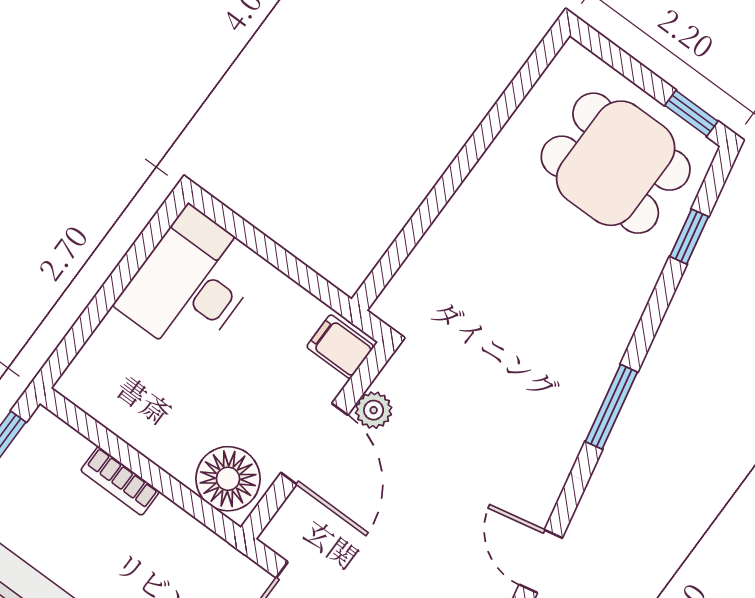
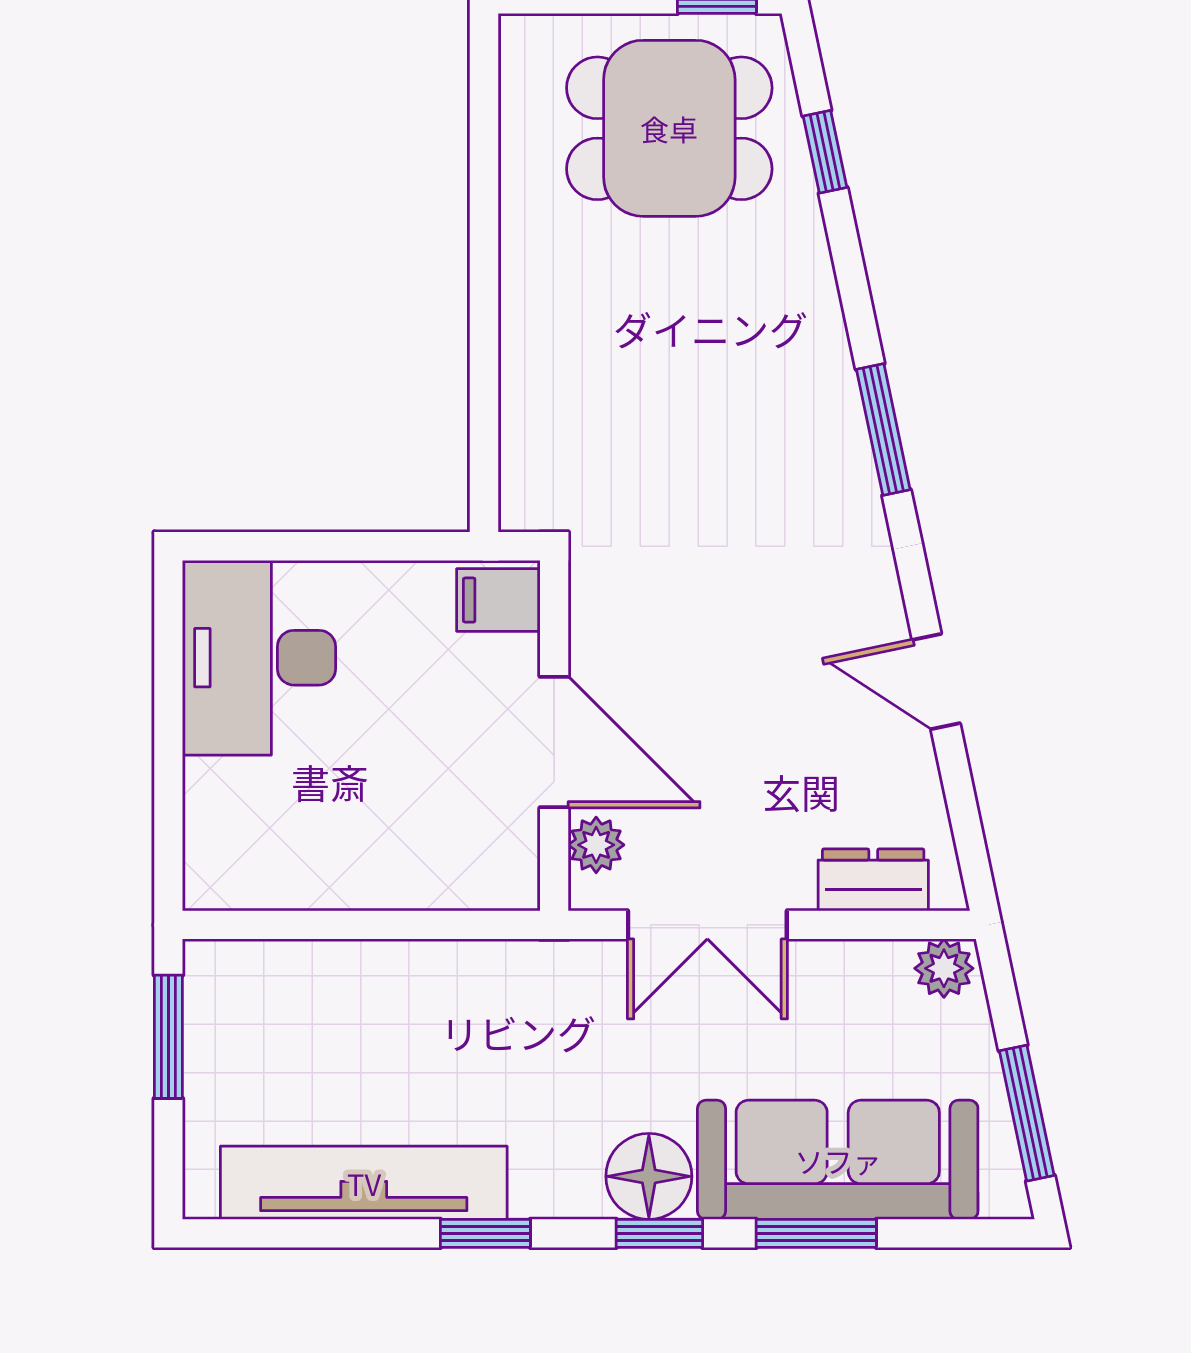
plant: (374, 410) -> (596, 845), moved
floor lamp: (228, 479) -> (480, 862), removed
bookcase: (120, 481) -> (350, 962), removed

